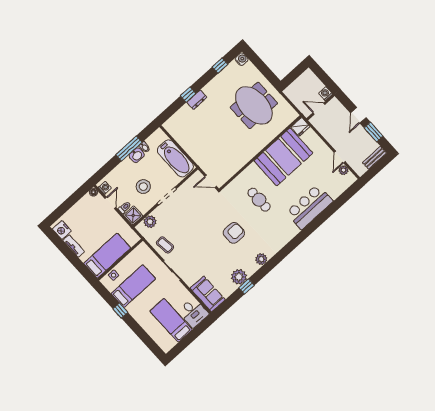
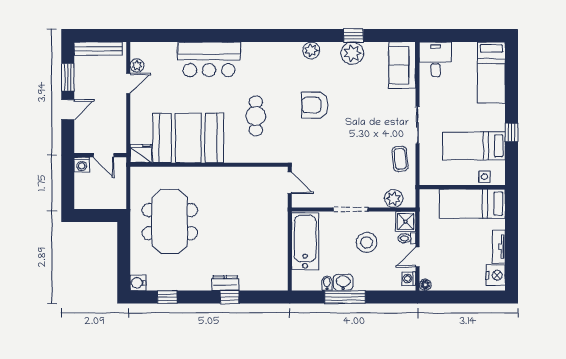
bench: (374, 158) -> (98, 49), width x1.36
bed: (171, 320) -> (491, 73), moved

